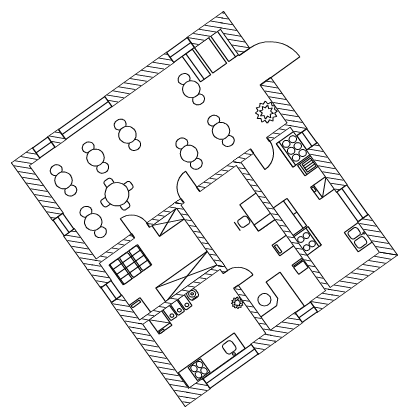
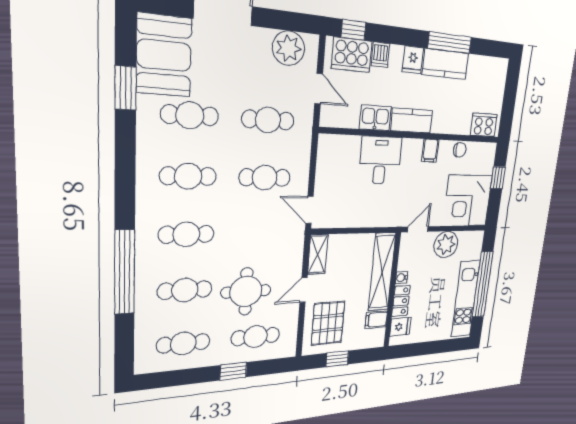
cafe table: (159, 112) -> (188, 176), added
window: (44, 148) -> (124, 345), removed
kitchen counter: (339, 211) -> (446, 64), added
kitchen sink: (358, 237) -> (375, 118), moved, turned 180
cooker: (307, 241) -> (484, 125), moved
plant: (237, 303) -> (446, 244), width x1.87, depth x1.87
filing cabinet: (140, 309) -> (376, 320), moved

